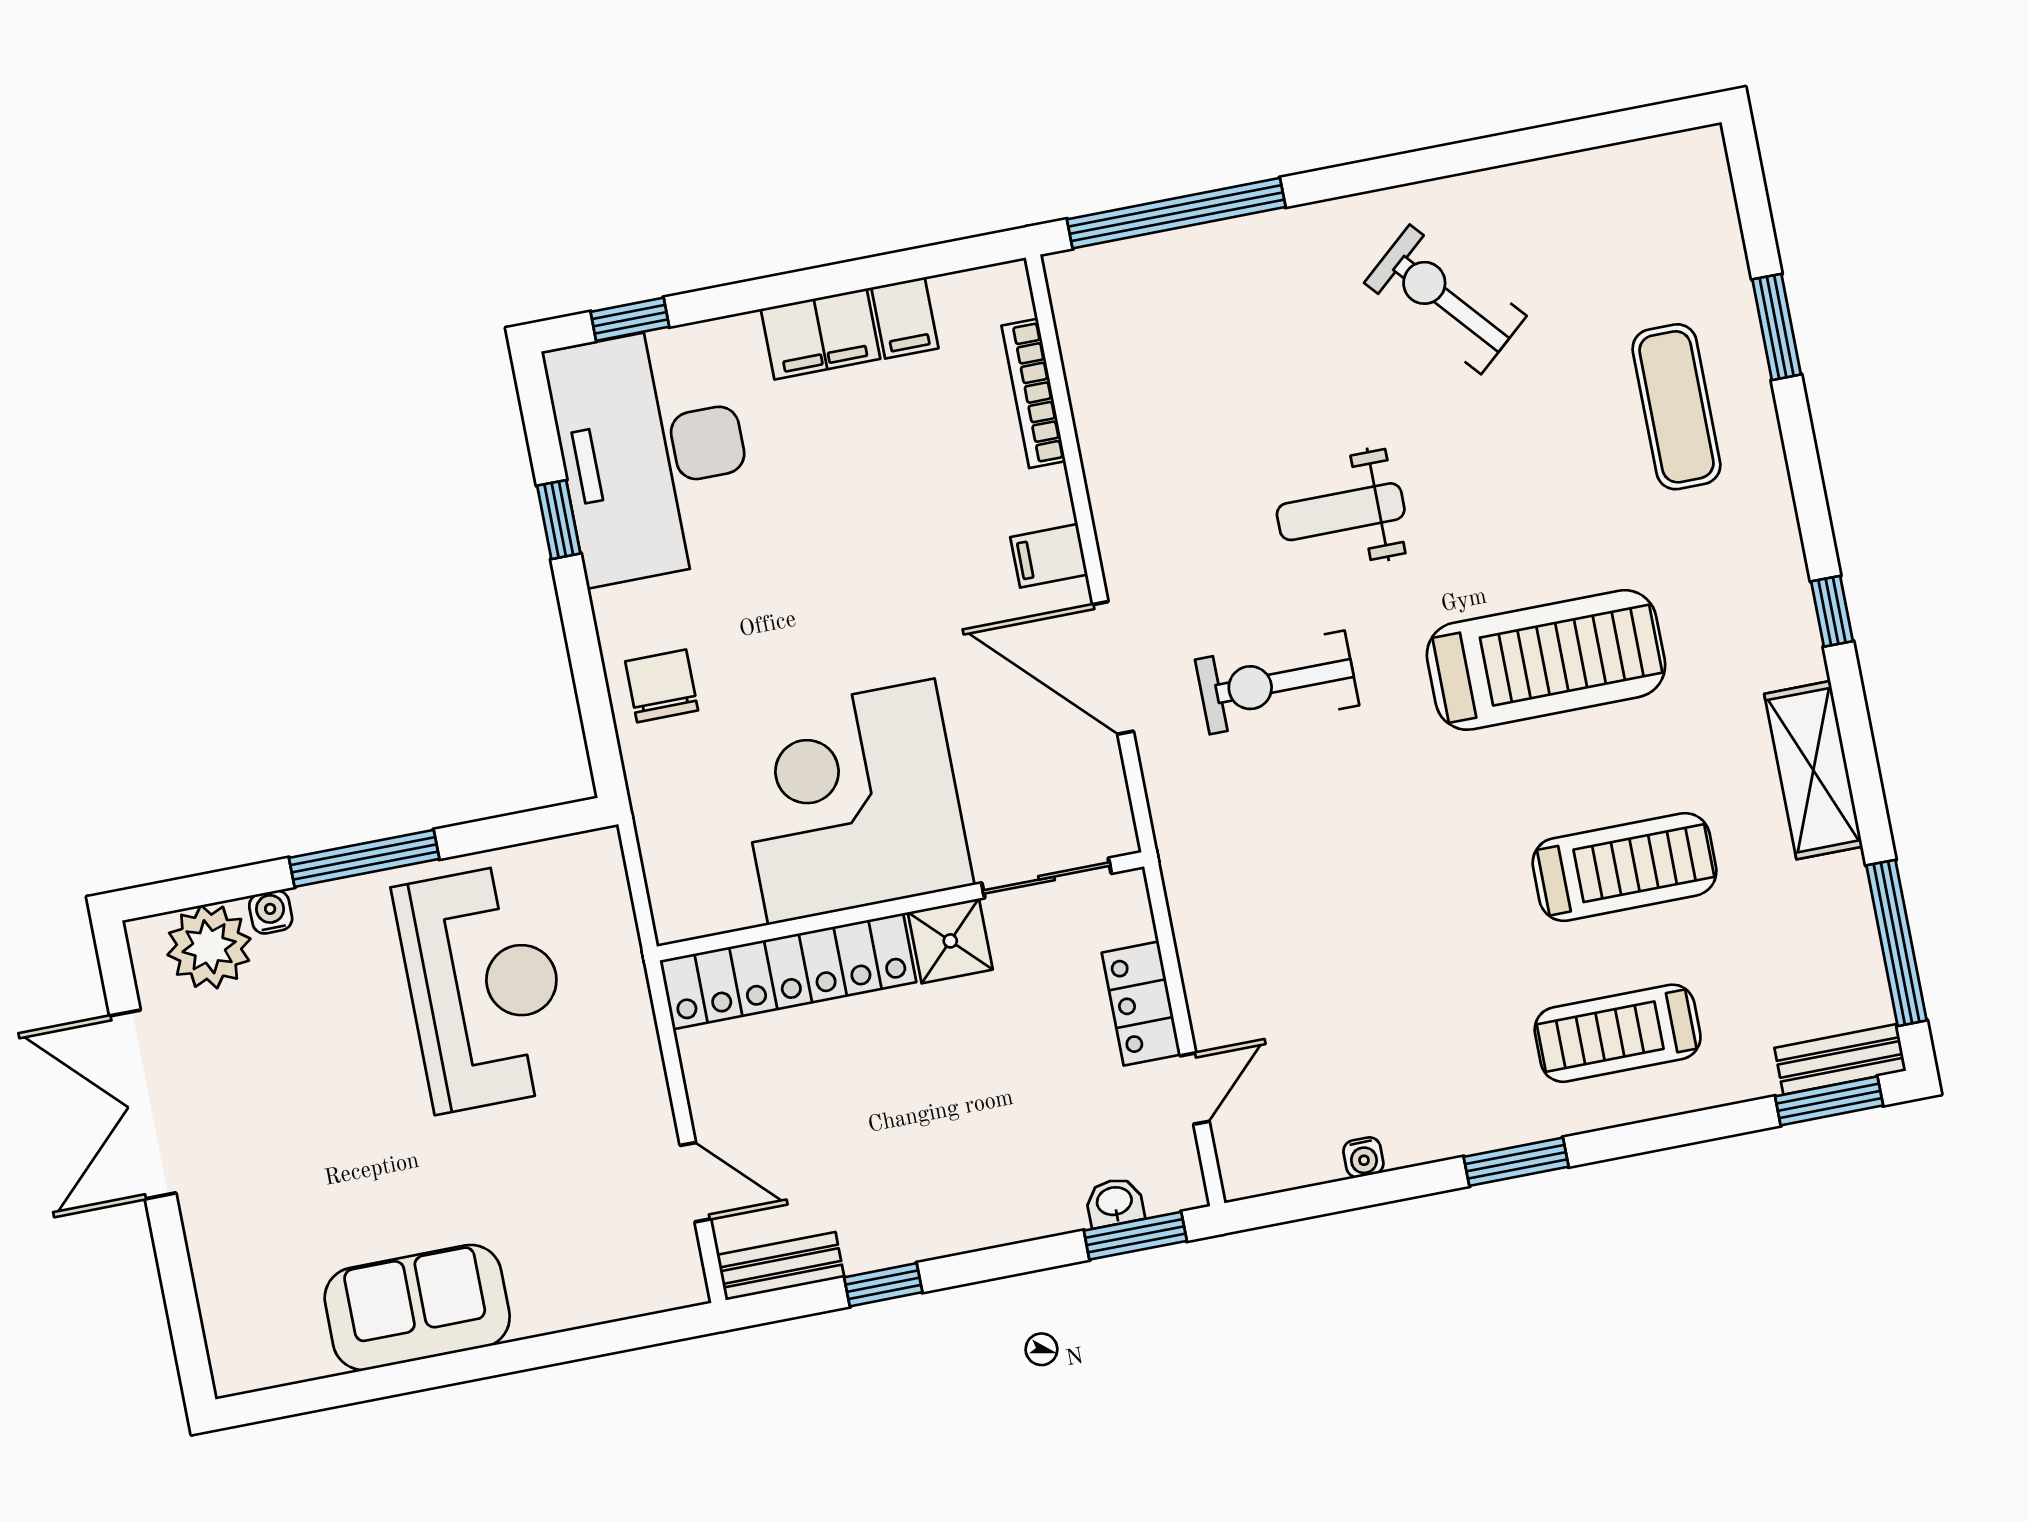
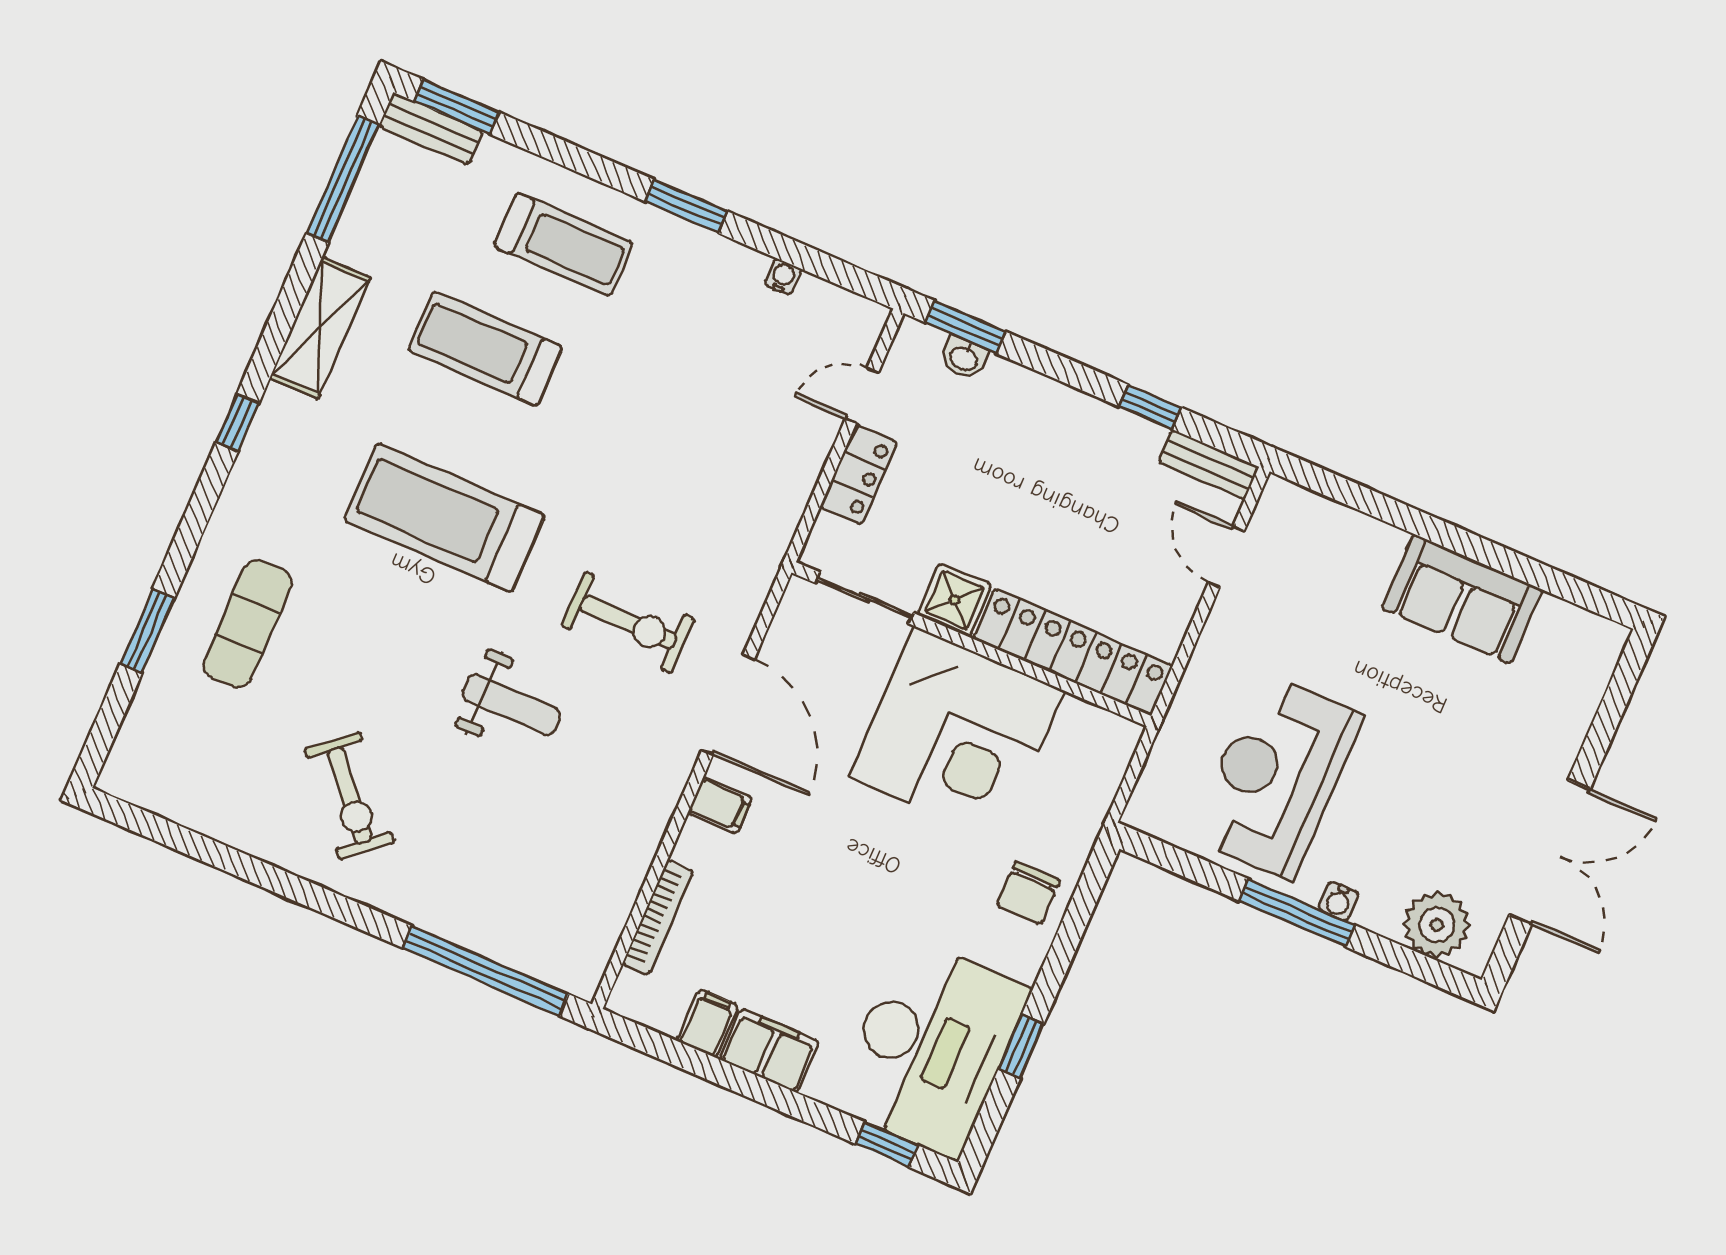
water cooler: (271, 912) -> (1338, 901), moved

